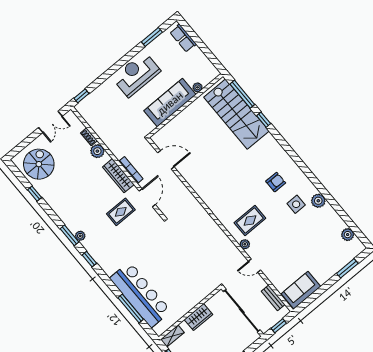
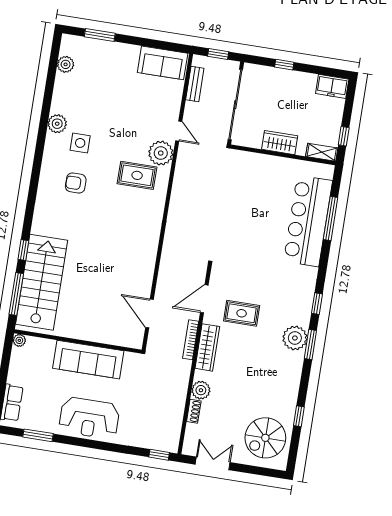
plant: (197, 87) -> (19, 340), moved
plant: (80, 236) -> (295, 338), width x1.88, depth x1.88
plant: (245, 244) -> (161, 153), width x1.88, depth x1.88

